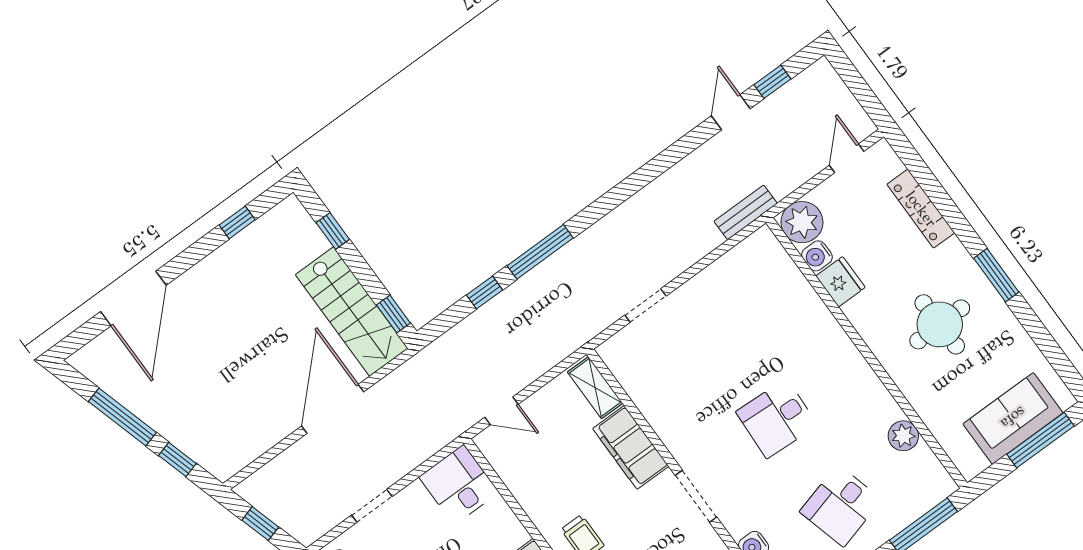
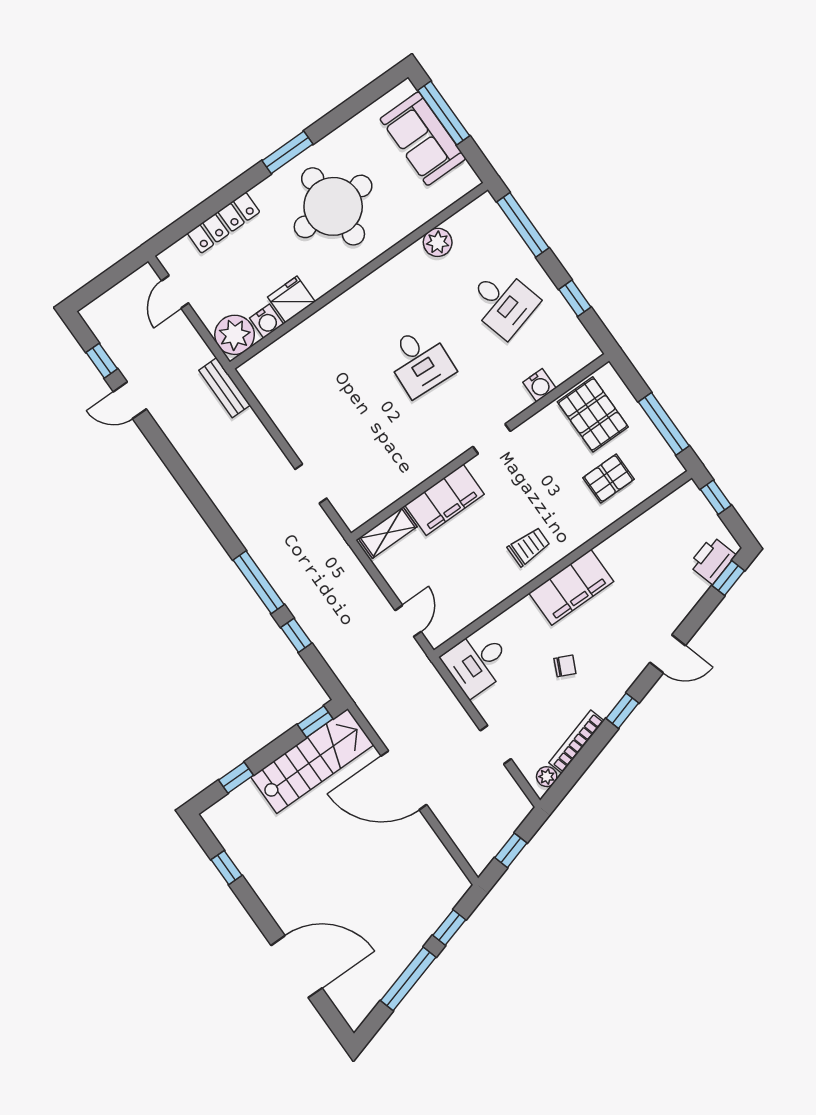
door: (847, 158) -> (175, 292), hinge flipped
round table: (940, 324) -> (333, 206), width x1.36, depth x1.36
doorway: (696, 496) -> (492, 439), width x0.73

